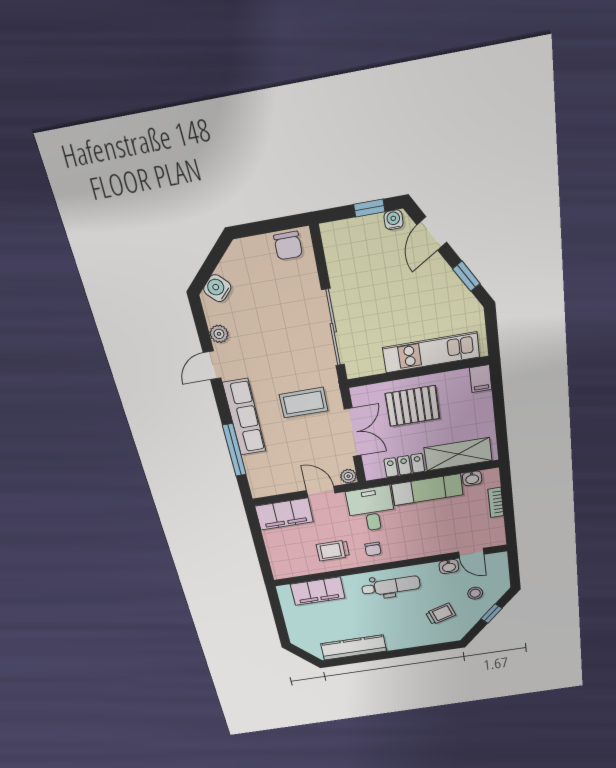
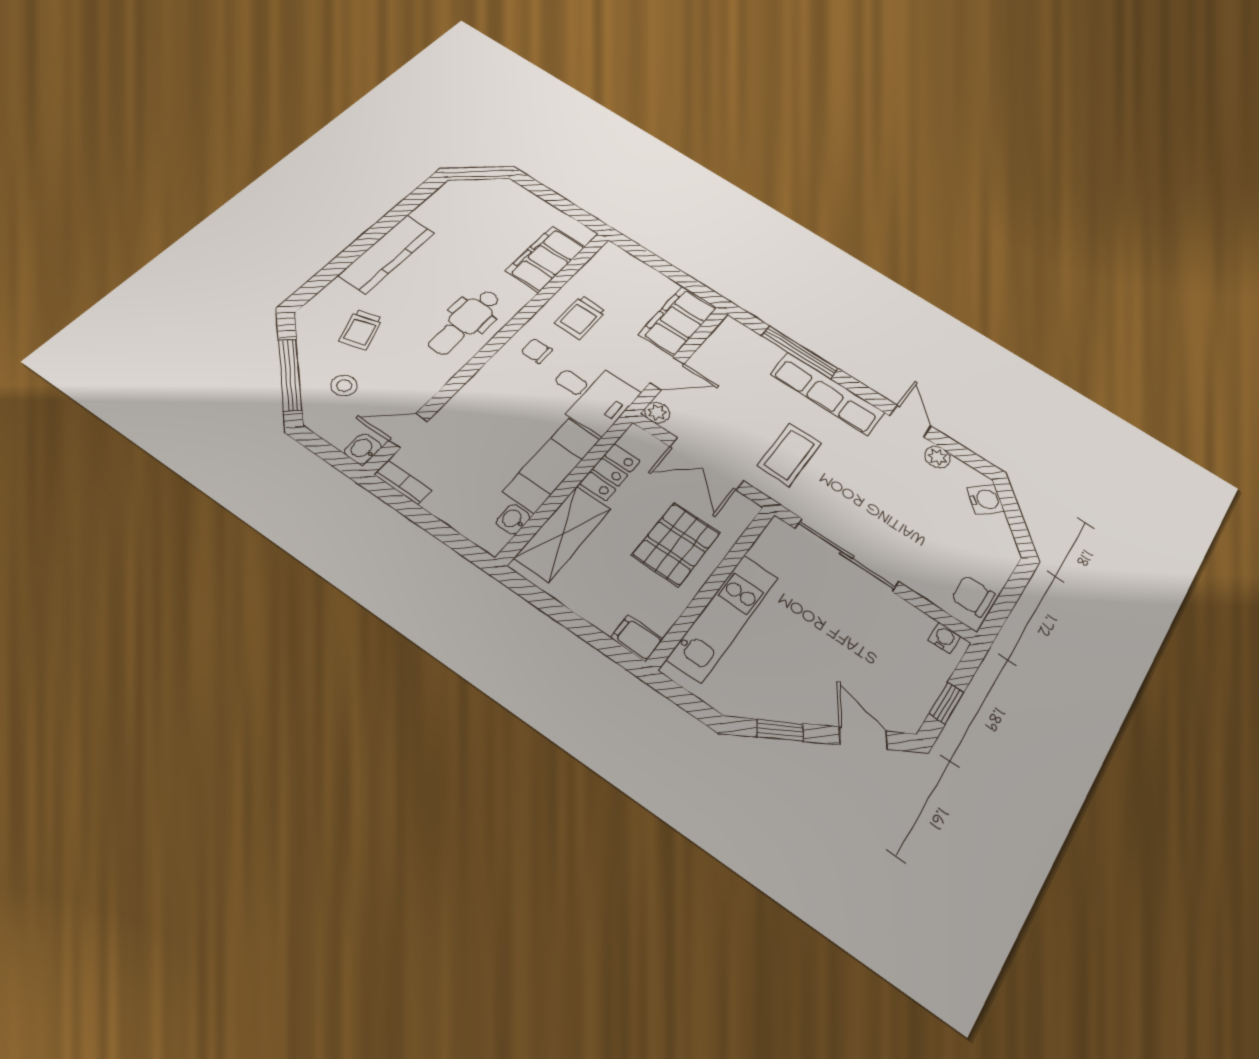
water cooler: (393, 220) -> (944, 638), moved, turned -90
bookcase: (496, 502) -> (403, 482), moved
trolley: (333, 551) -> (581, 317), turned 180
washbasin: (449, 567) -> (363, 449), moved
window: (491, 614) -> (290, 375), width x2.17
kitchen counter: (354, 647) -> (386, 254), moved

